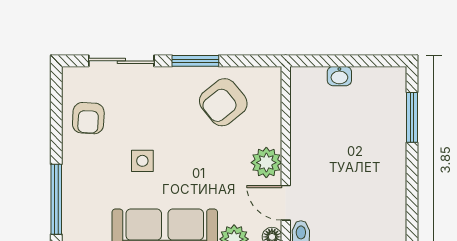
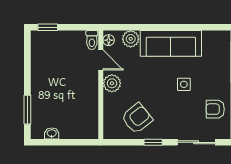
window: (195, 61) -> (153, 142), width x0.67
washbasin: (339, 76) -> (52, 133), moved
armchair: (88, 118) -> (215, 109), turned -93

